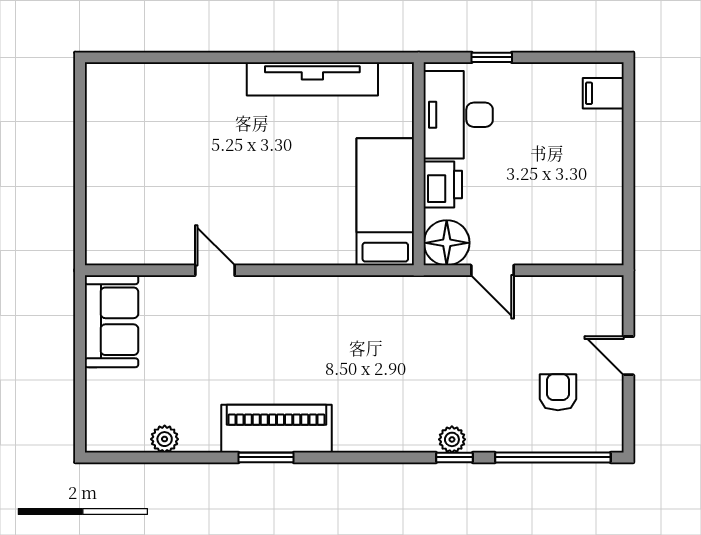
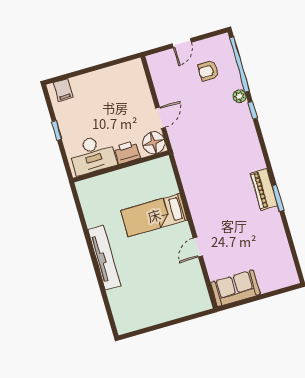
window: (492, 57) -> (57, 130), moved
tv unit: (312, 79) -> (104, 258), moved
bed: (385, 202) -> (154, 215), moved
piano: (276, 429) -> (264, 189), width x0.73, depth x0.75
plant: (165, 439) -> (283, 248), removed
plant: (452, 439) -> (240, 96), moved

